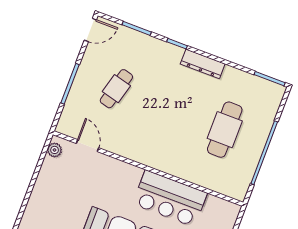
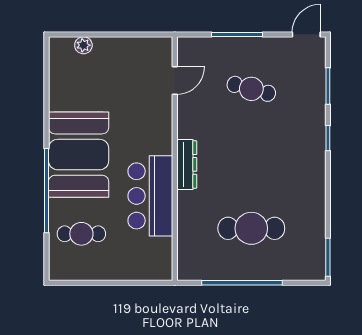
door: (90, 30) -> (306, 34), swing flipped
dresser: (203, 64) -> (187, 164), moved, turned 180
plant: (55, 150) -> (83, 45), moved

